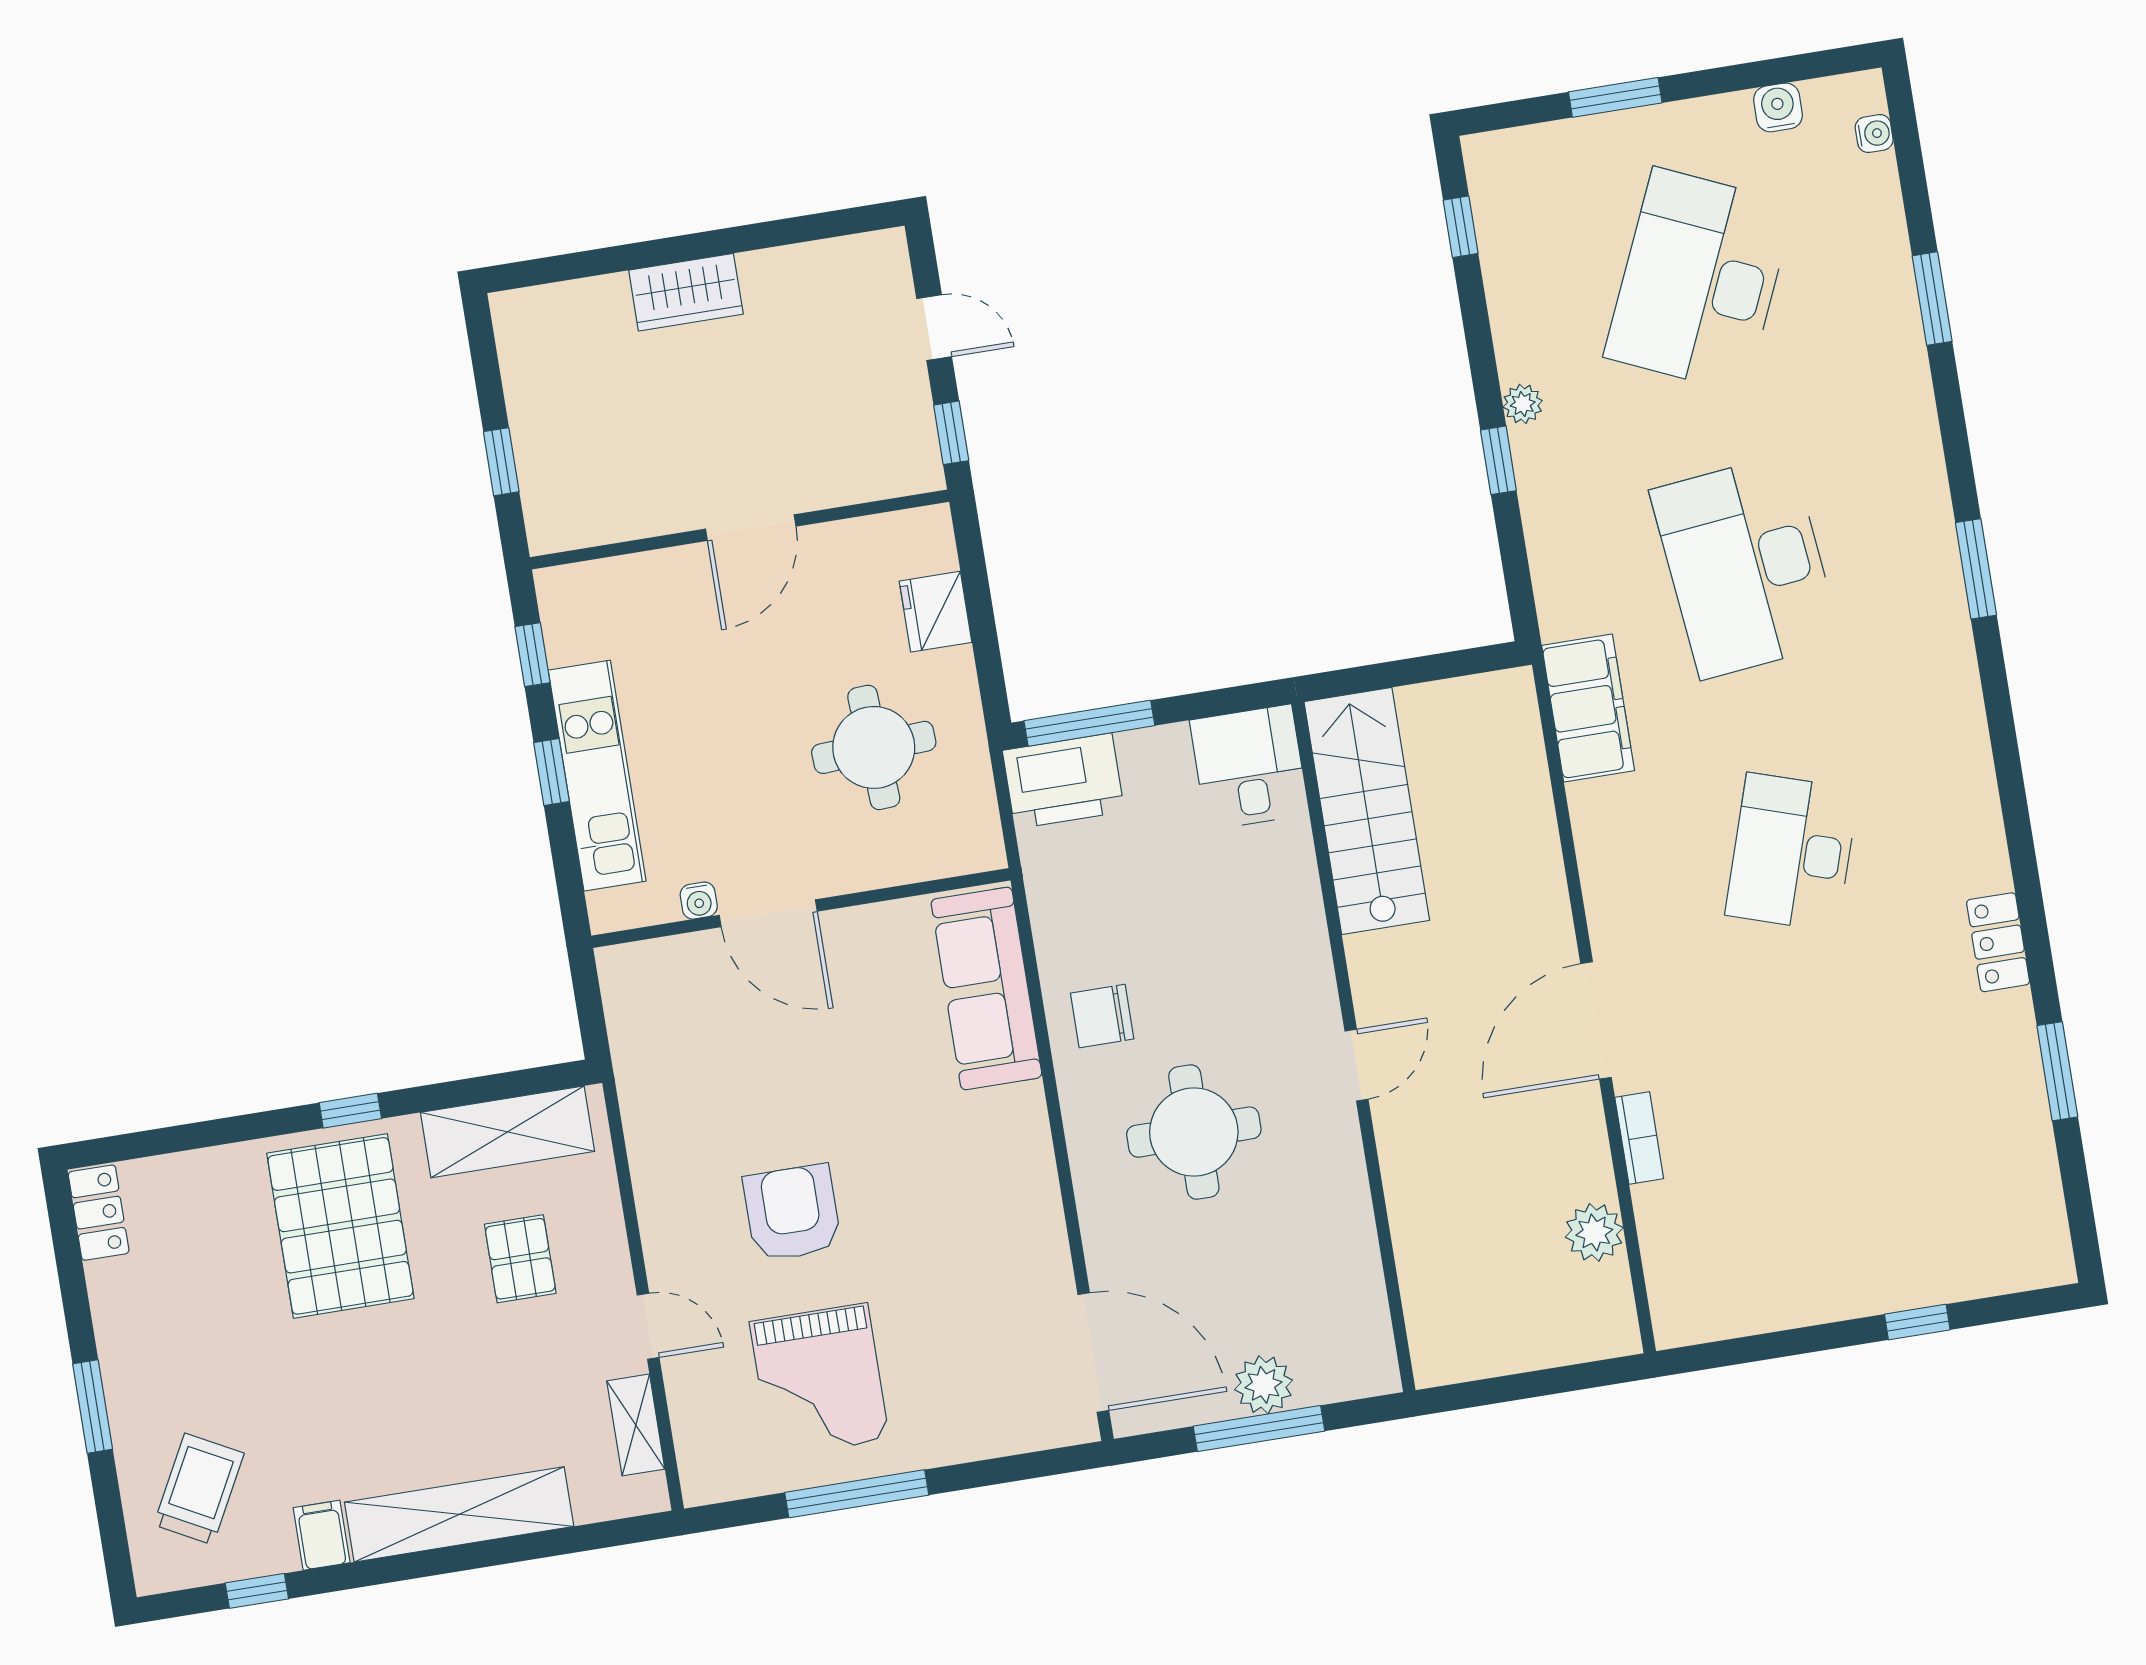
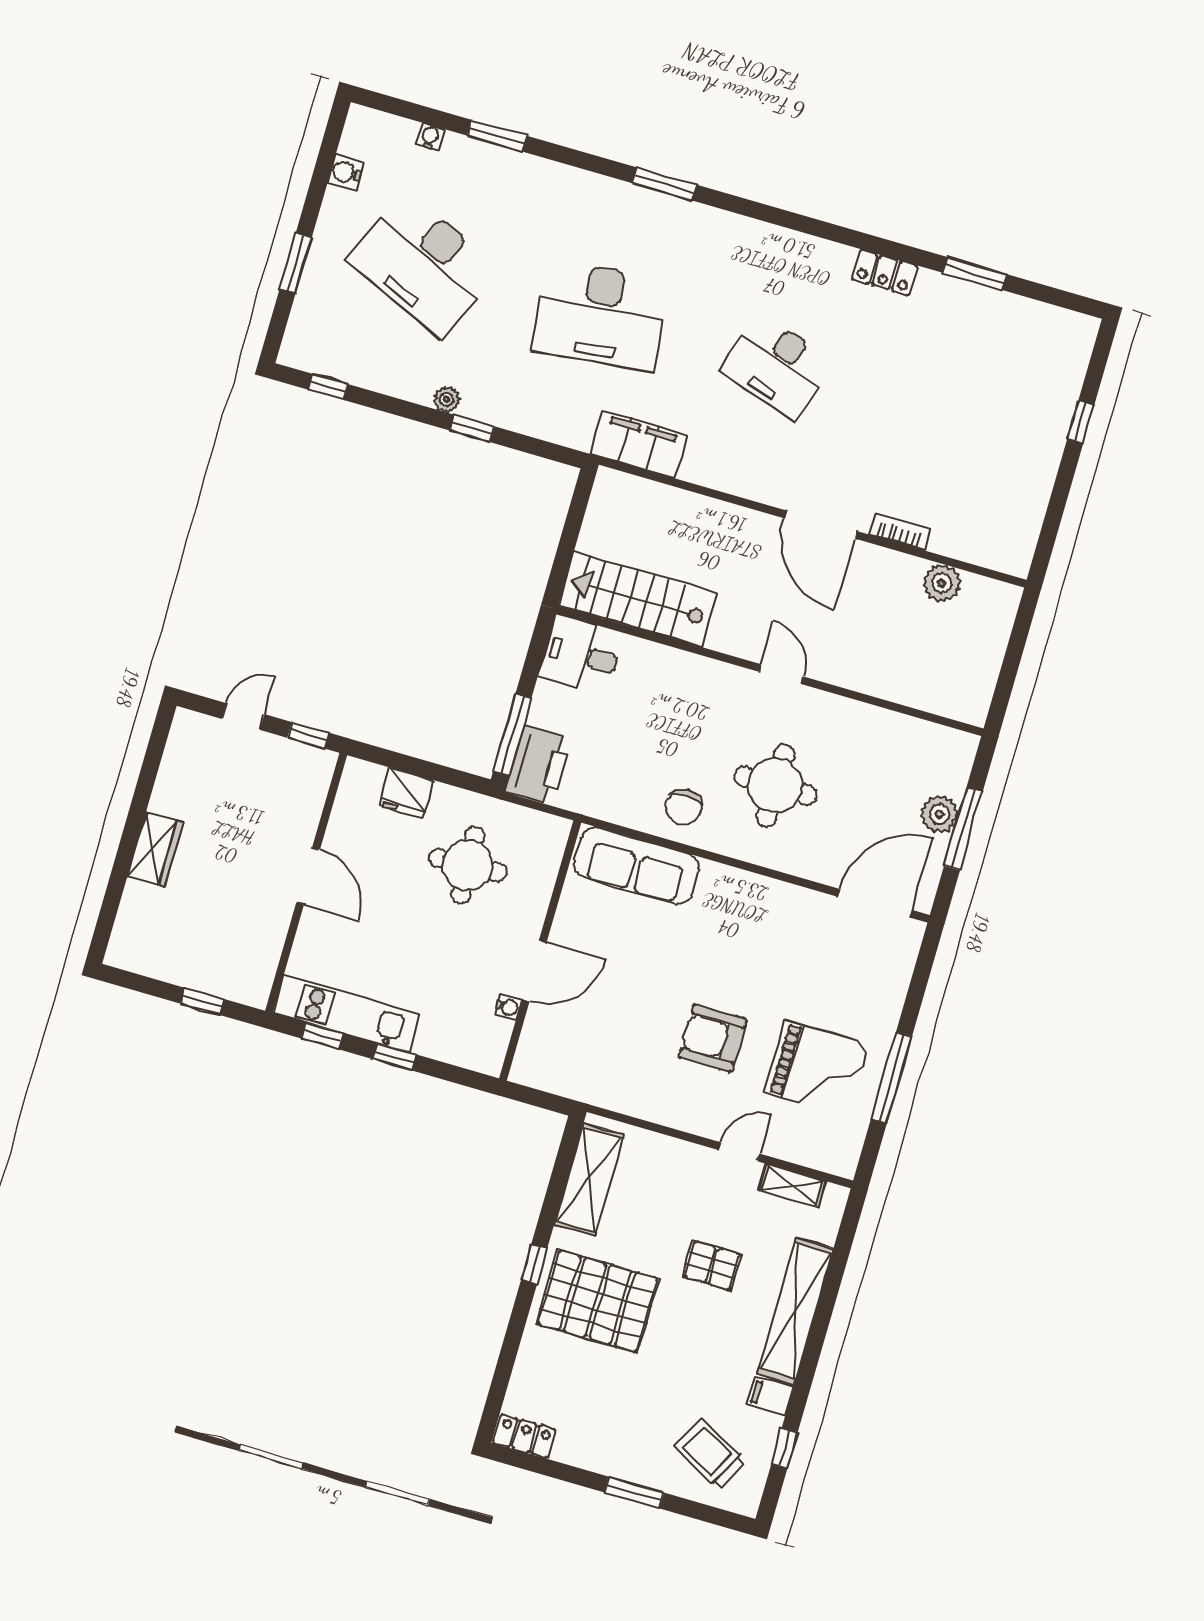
water cooler: (1874, 134) -> (430, 137), moved
kitchen unit: (597, 776) -> (347, 1014), moved
pallet: (520, 1259) -> (712, 1265), moved

